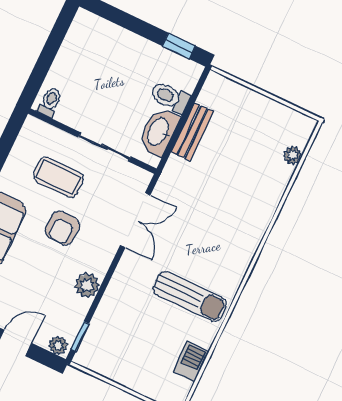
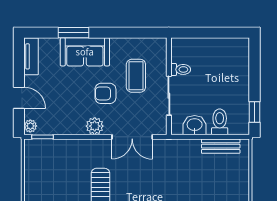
toilet: (50, 102) -> (181, 69), moved
washbasin: (159, 132) -> (195, 125), width x0.72
bench: (192, 132) -> (221, 146), moved
plant: (87, 285) -> (95, 126), moved

